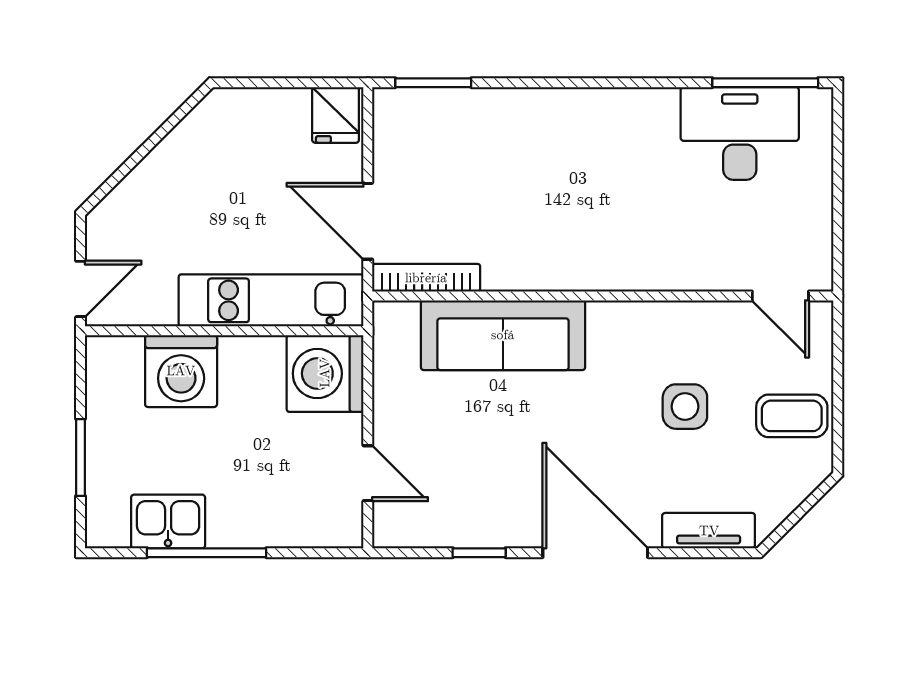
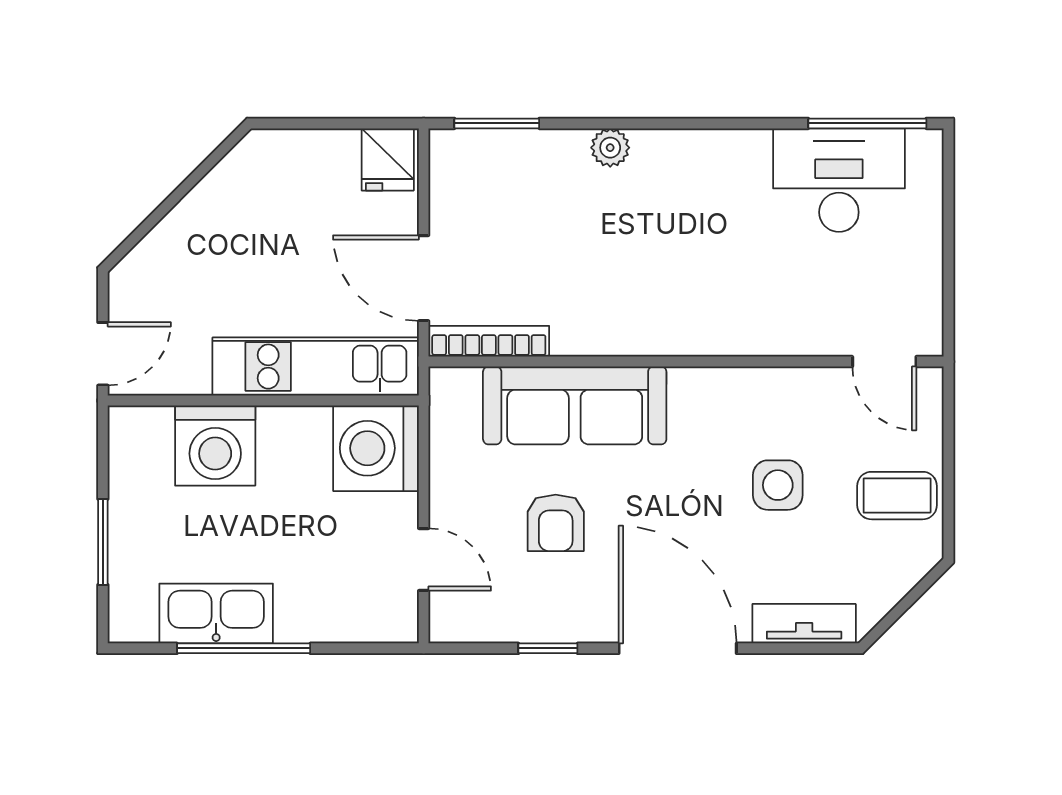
plant: (535, 104) -> (610, 148), added
armchair: (486, 440) -> (556, 523), added
kitchen sink: (168, 522) -> (216, 613), width x1.38

